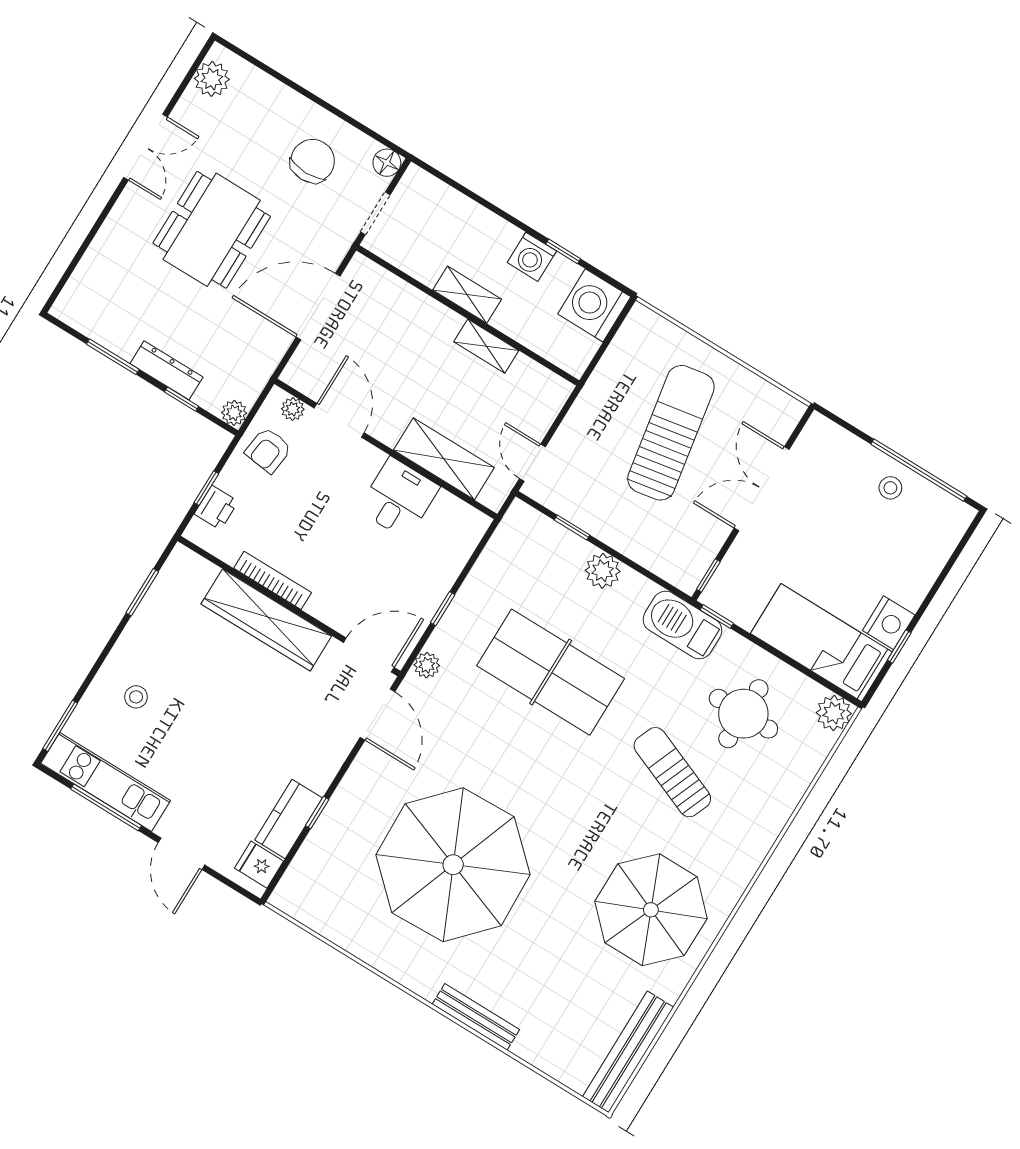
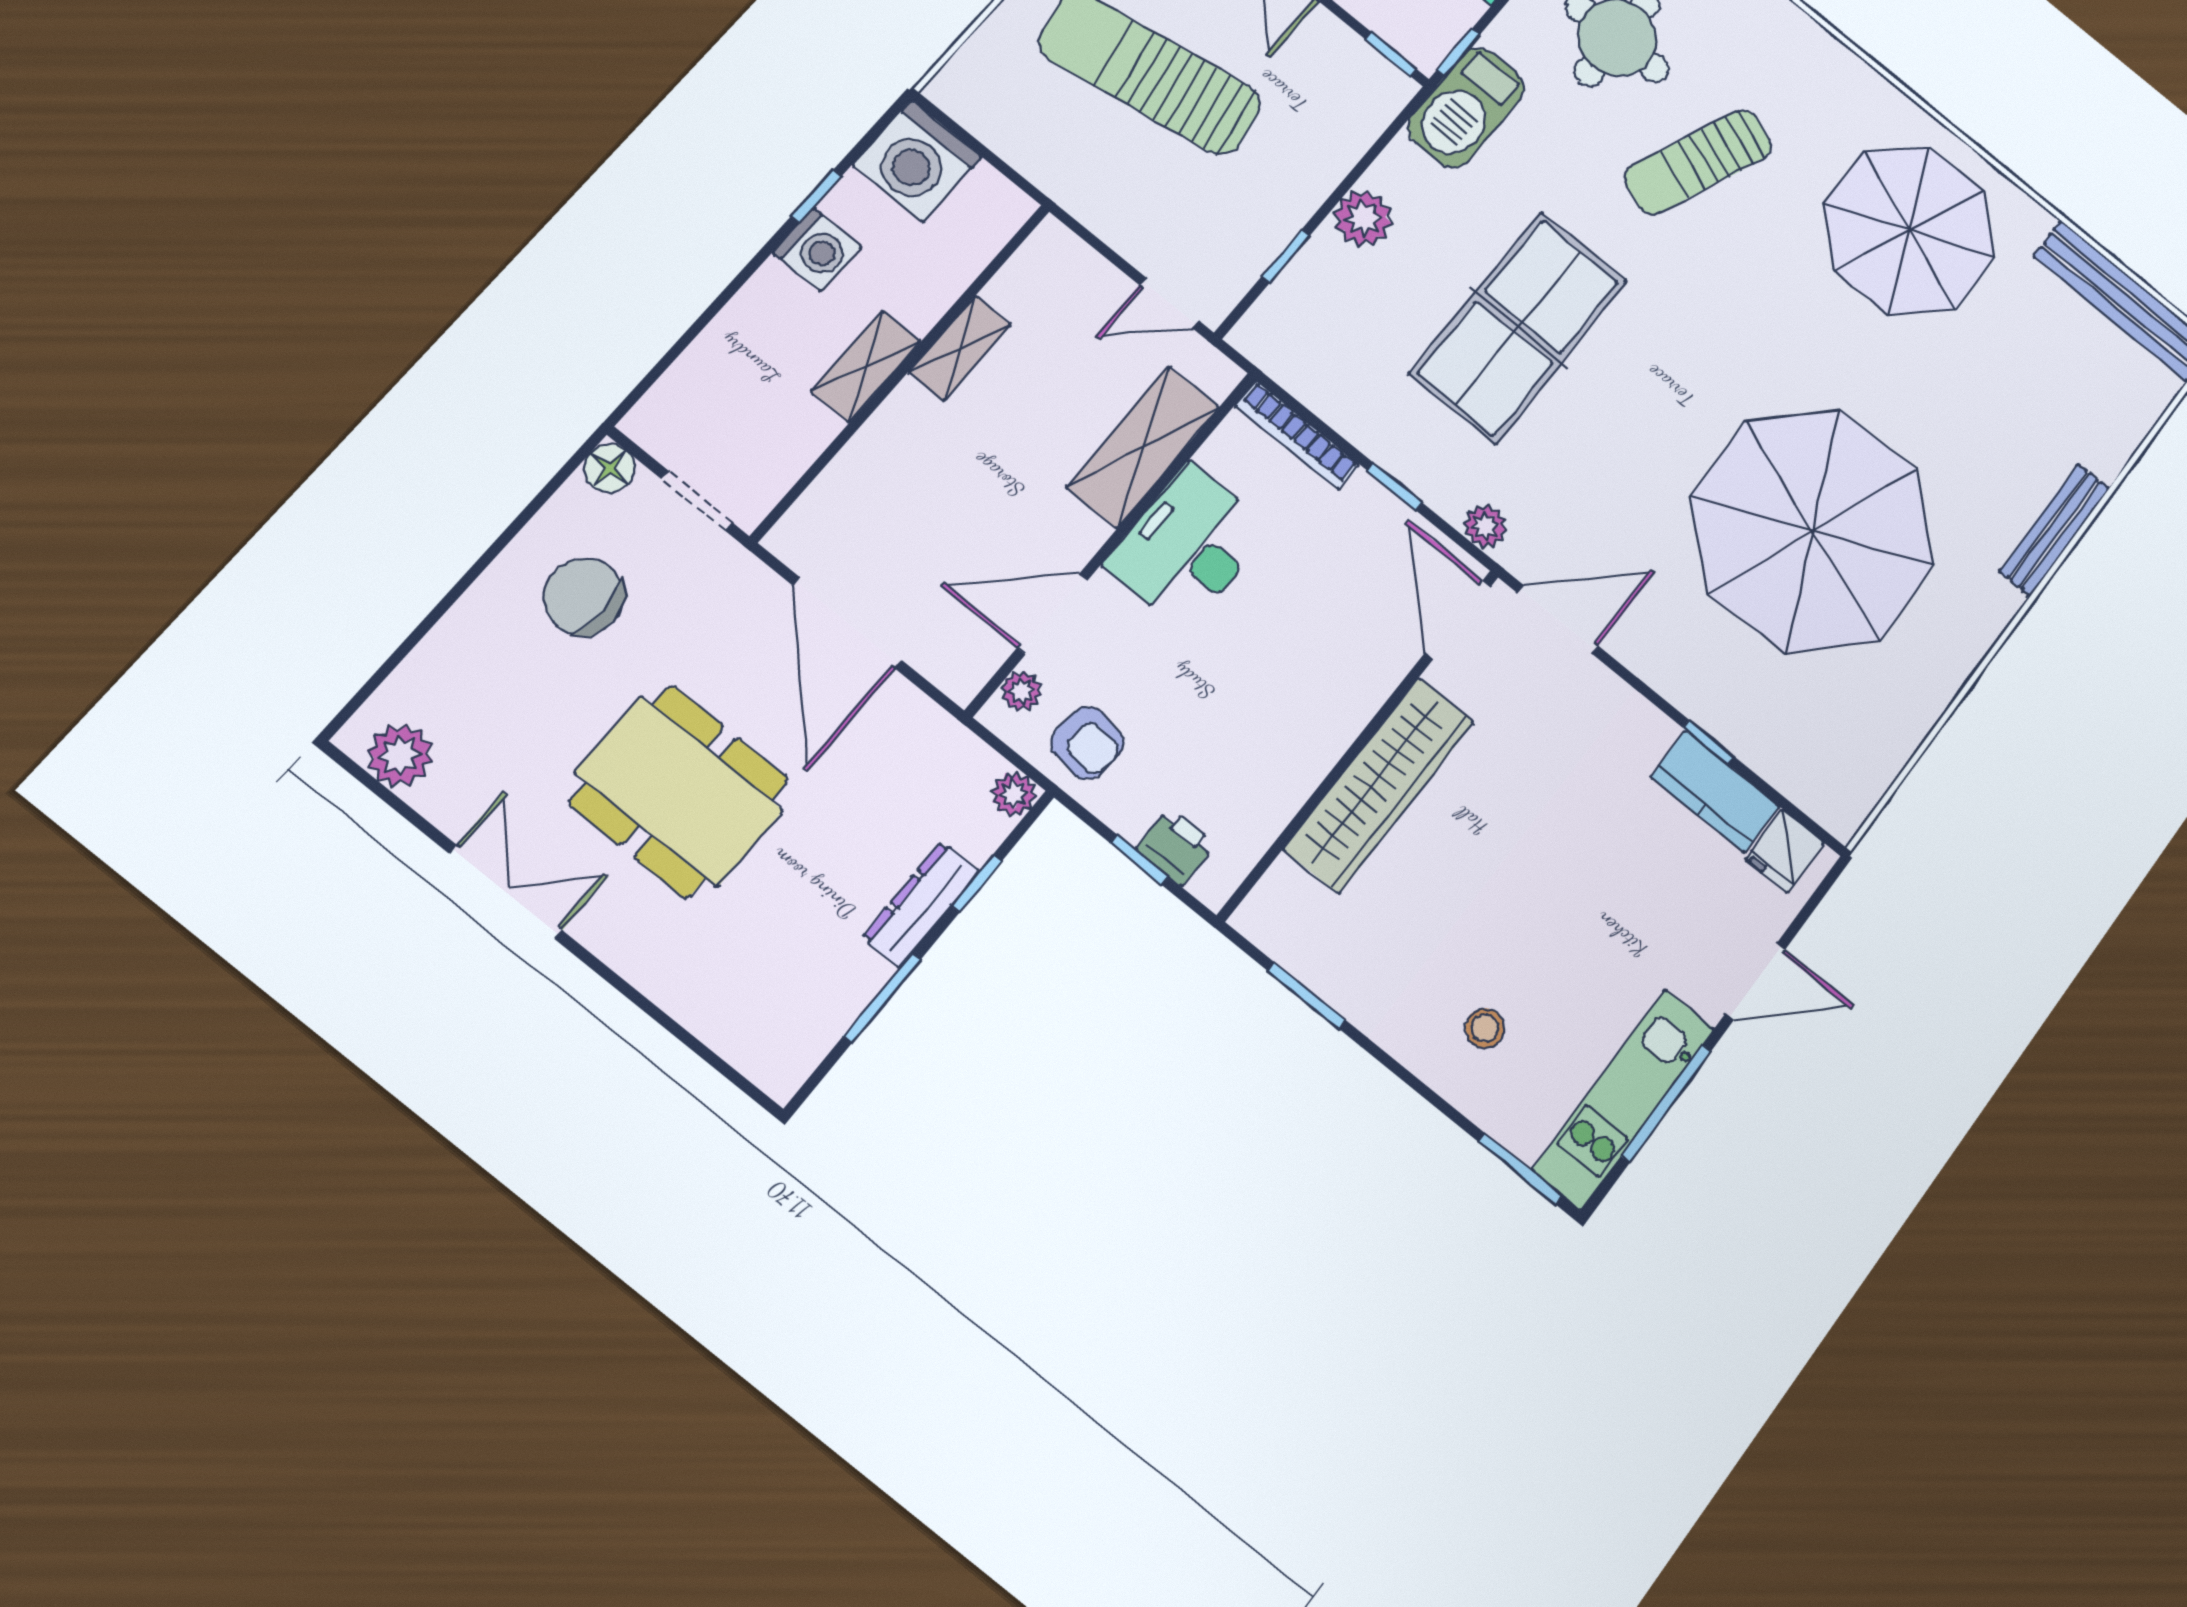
desk: (399, 498) -> (1188, 547), width x1.37
bookcase: (273, 580) -> (1297, 435), moved, turned -90

